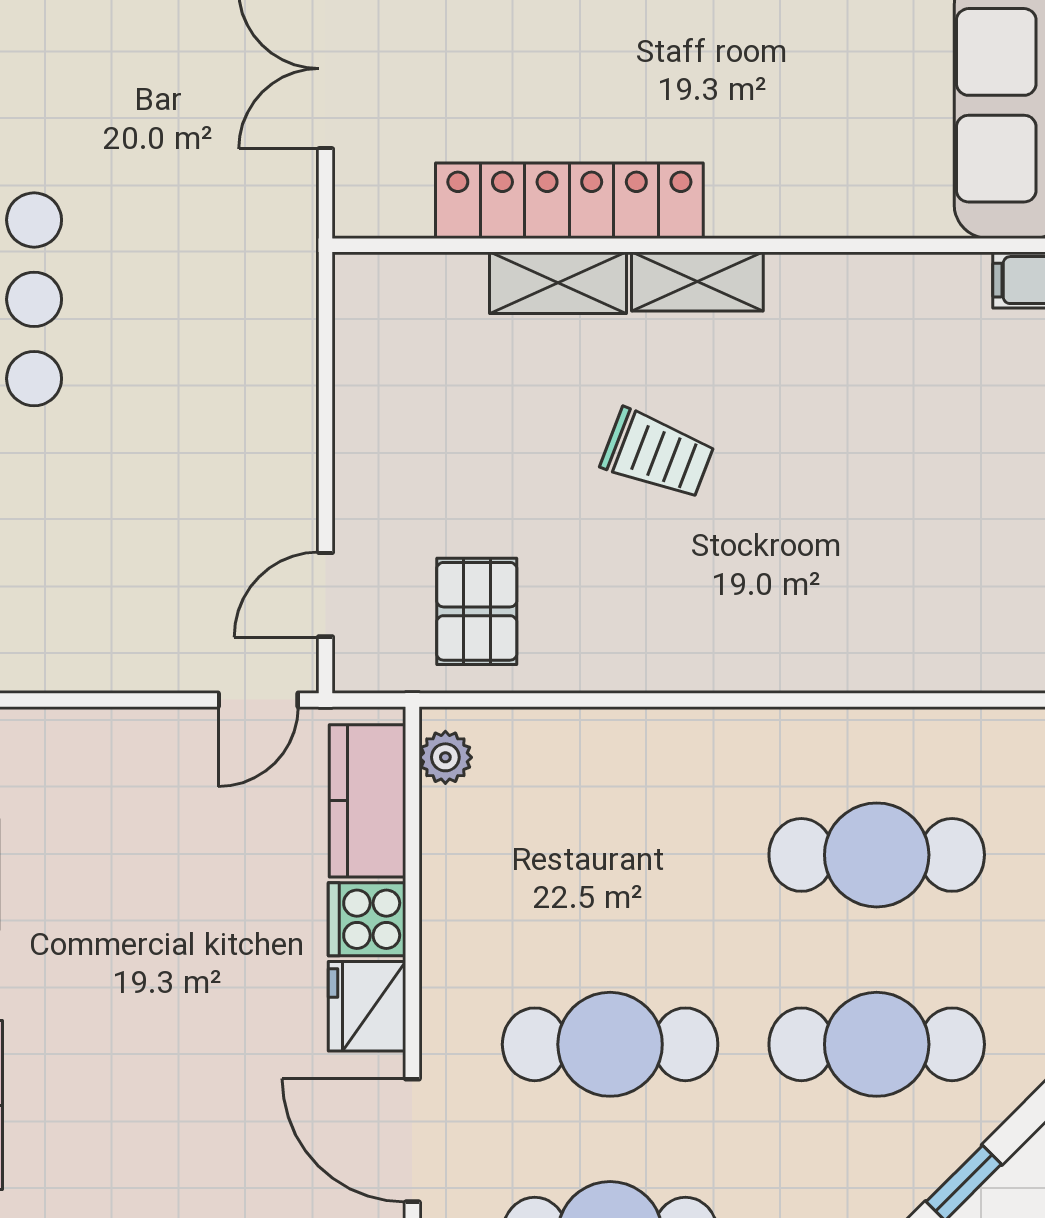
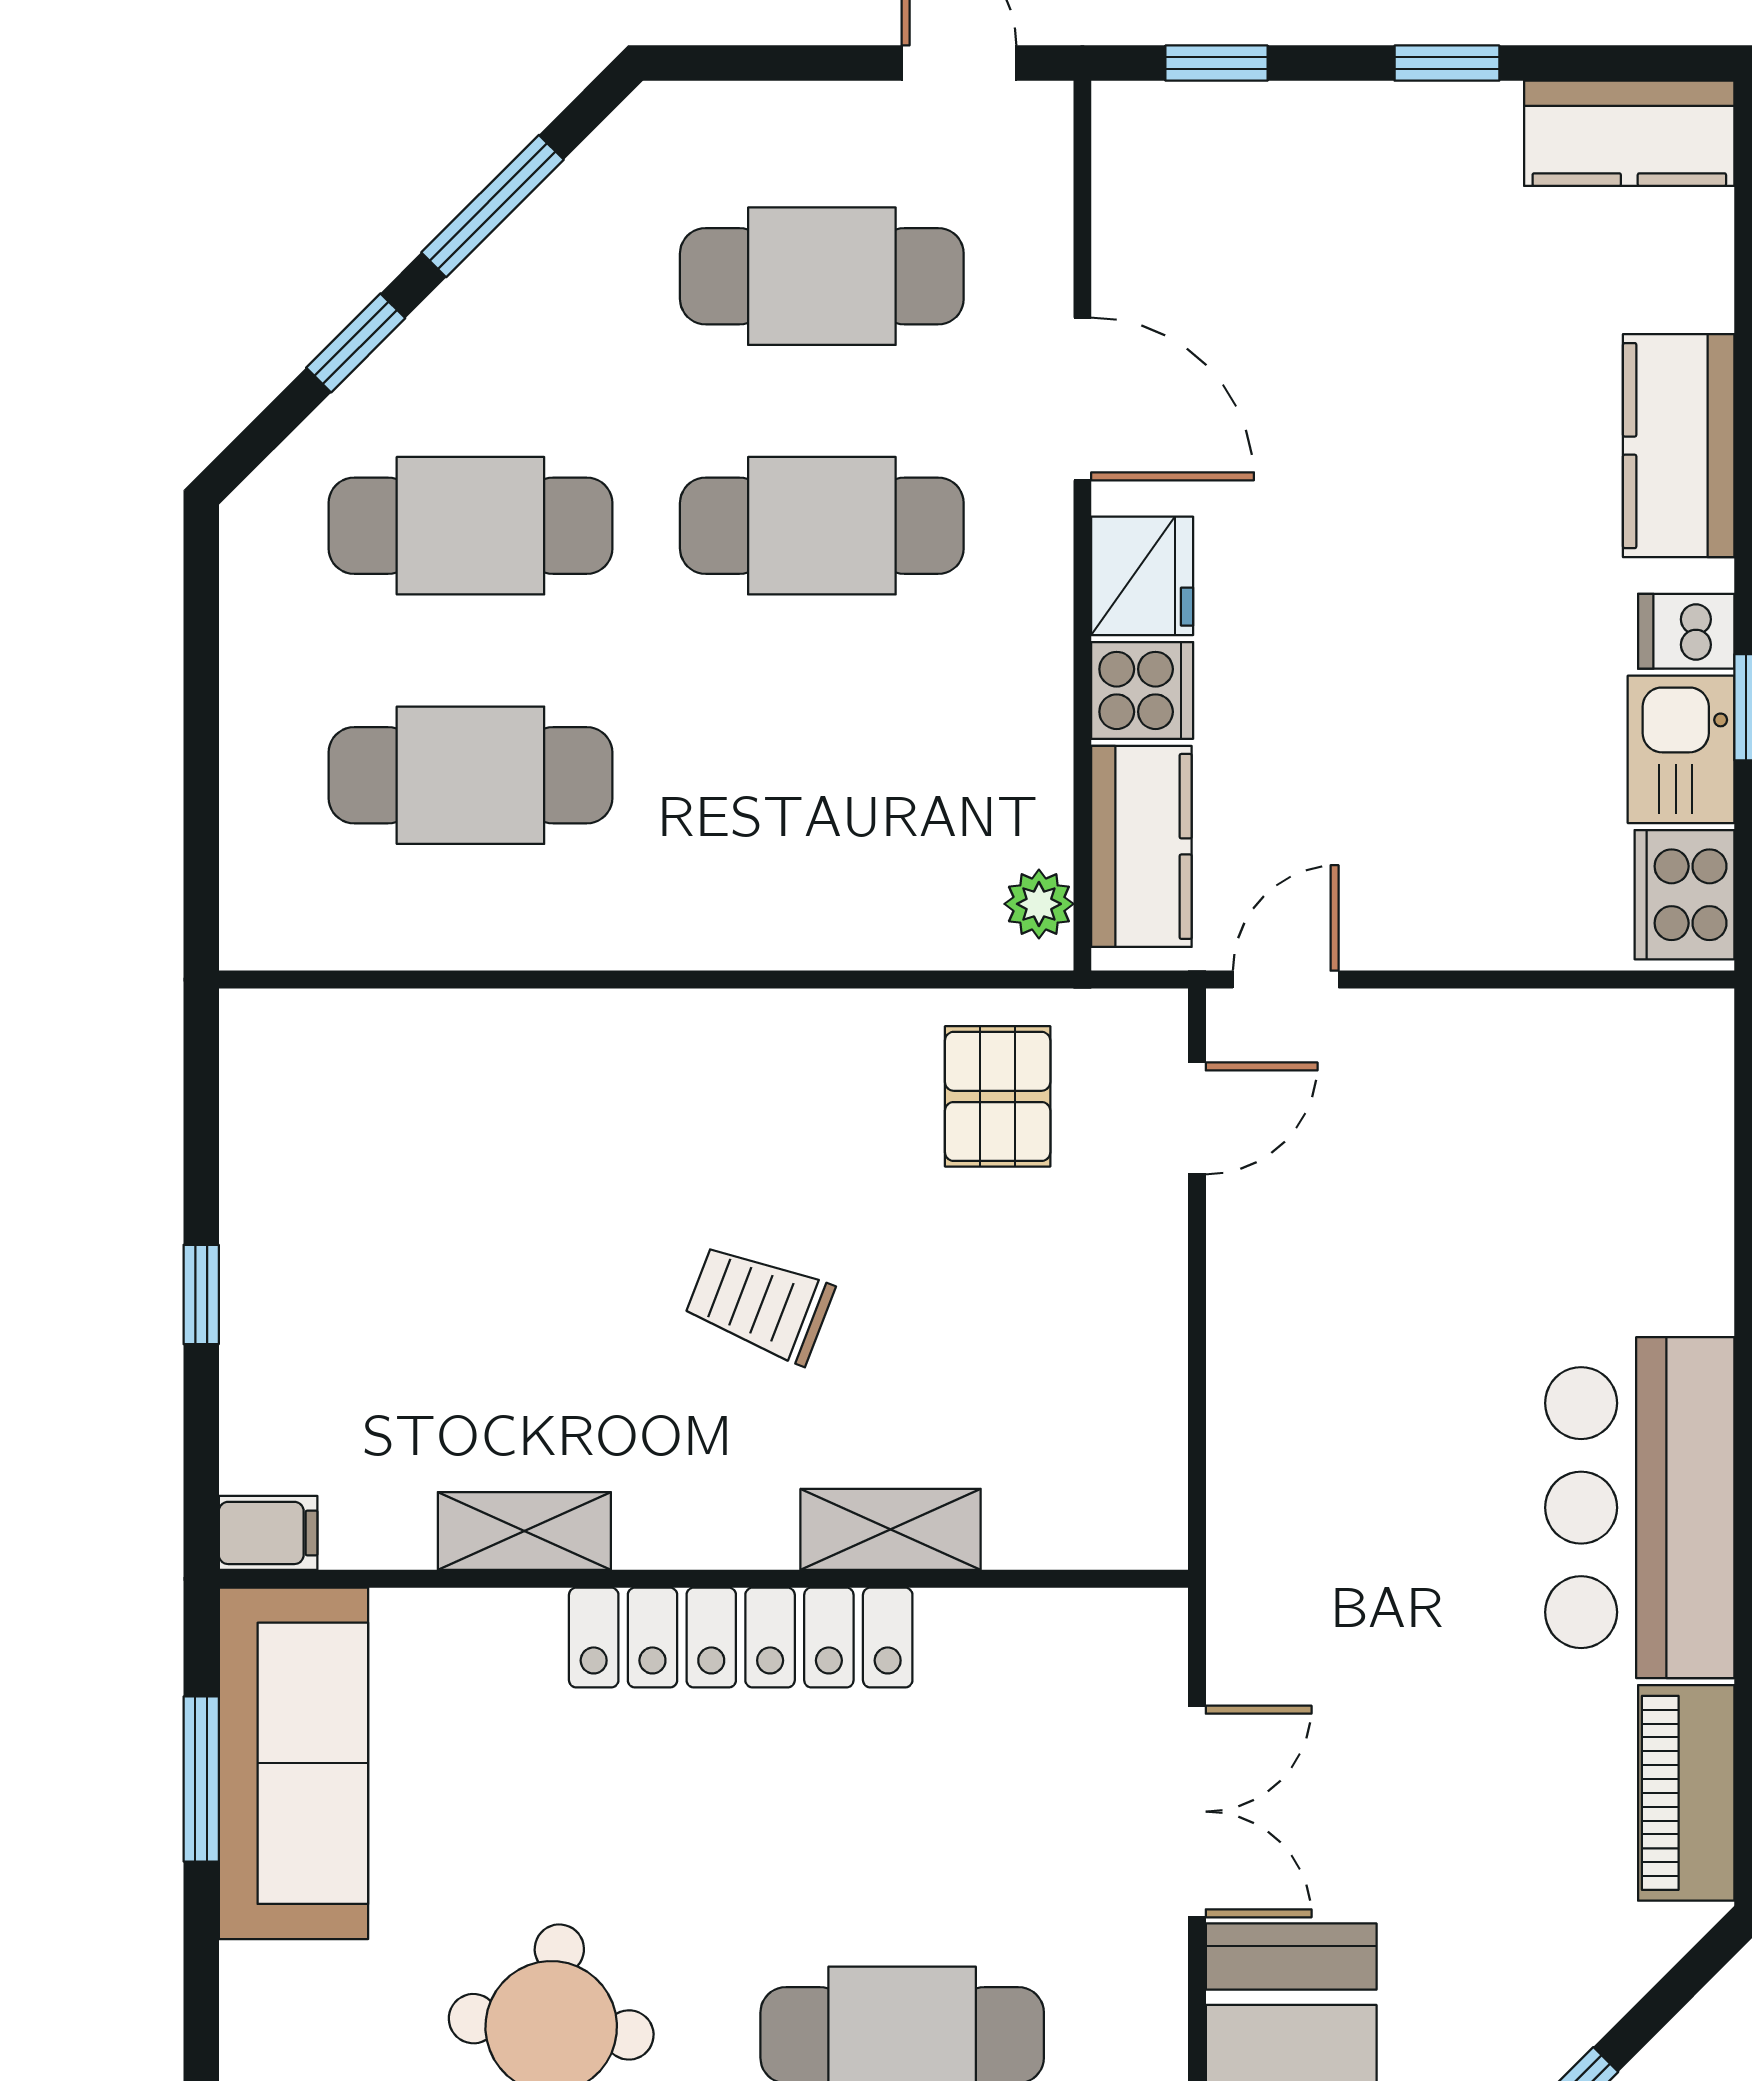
locker: (569, 201) -> (741, 1638), moved
shelving: (697, 282) -> (524, 1531), moved

